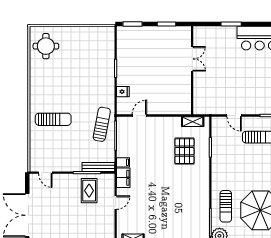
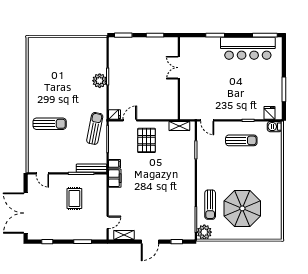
round table: (46, 46) -> (43, 56), removed
double door: (192, 59) -> (179, 68), swing flipped
plant: (107, 73) -> (100, 81), added
fridge: (123, 92) -> (115, 114), moved
door: (234, 116) -> (207, 120), moved
pallet: (184, 151) -> (146, 140), moved
rug: (89, 191) -> (74, 199), moved
door: (116, 203) -> (108, 222), moved

